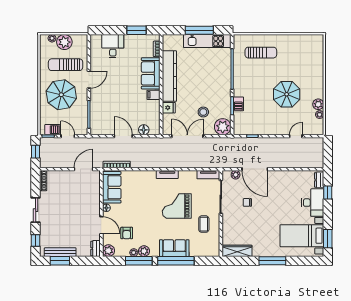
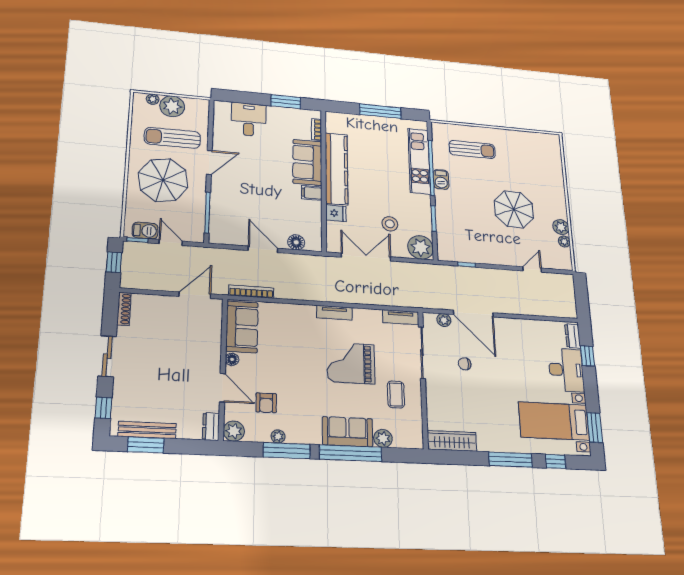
kitchen unit: (207, 41) -> (419, 161), moved, turned 90
barbecue: (238, 104) -> (441, 179), moved
plant: (144, 251) -> (383, 438), moved
window: (301, 261) -> (556, 461), added

